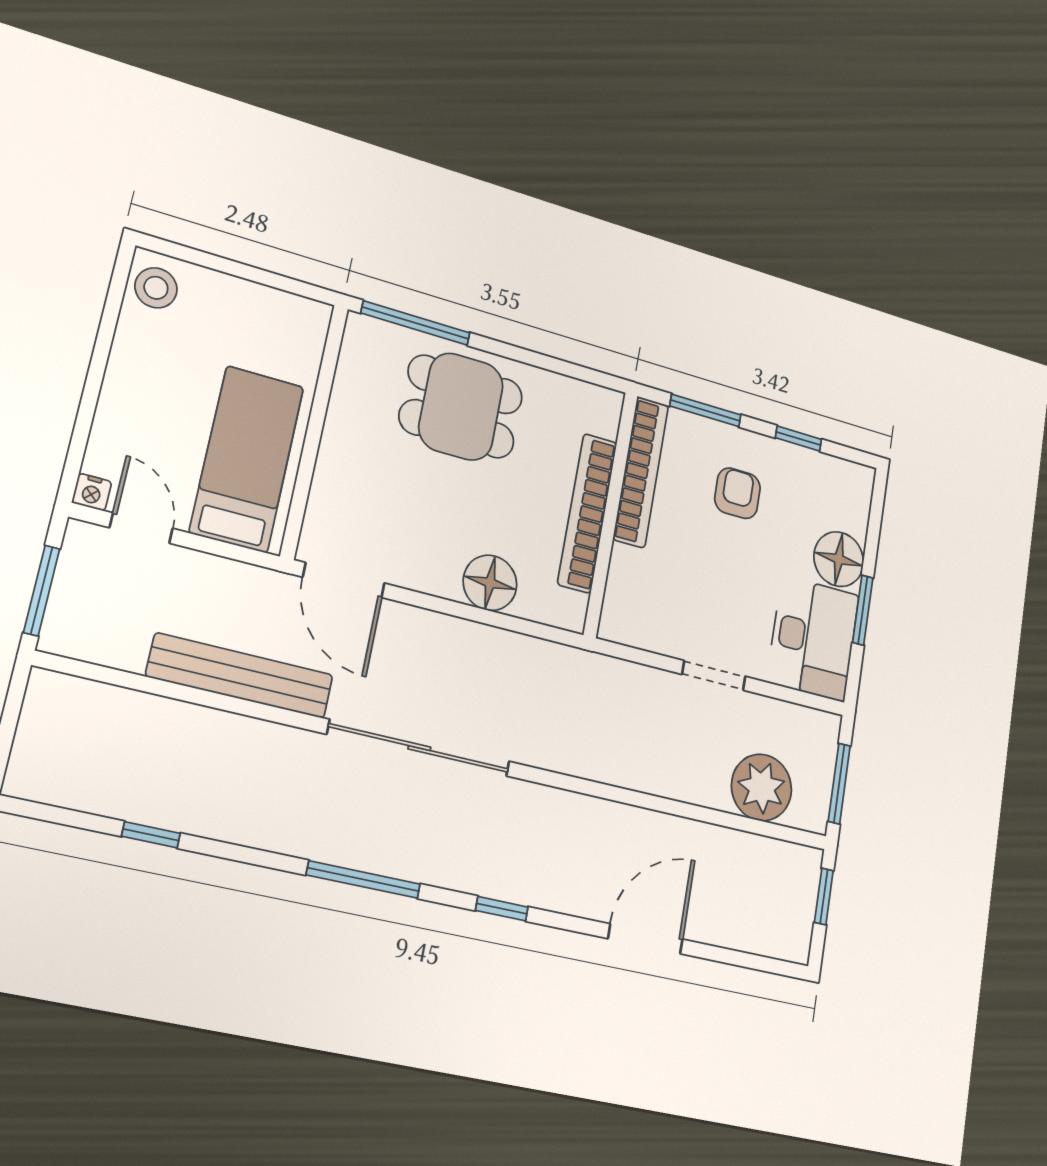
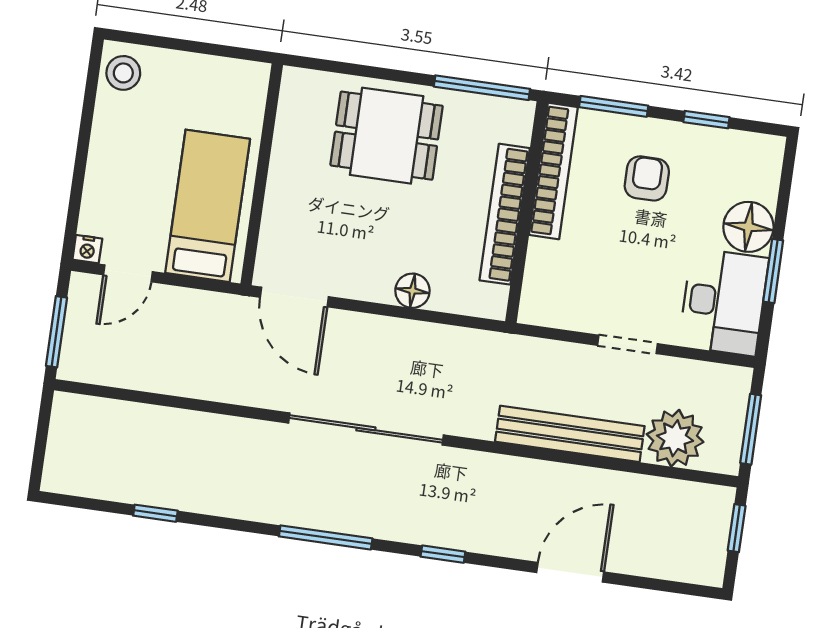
window: (416, 323) -> (482, 88), moved
door: (141, 528) -> (128, 273), swing flipped
floor lamp: (490, 583) -> (412, 291), width x0.73, depth x0.73
bench: (240, 676) -> (570, 434), moved

